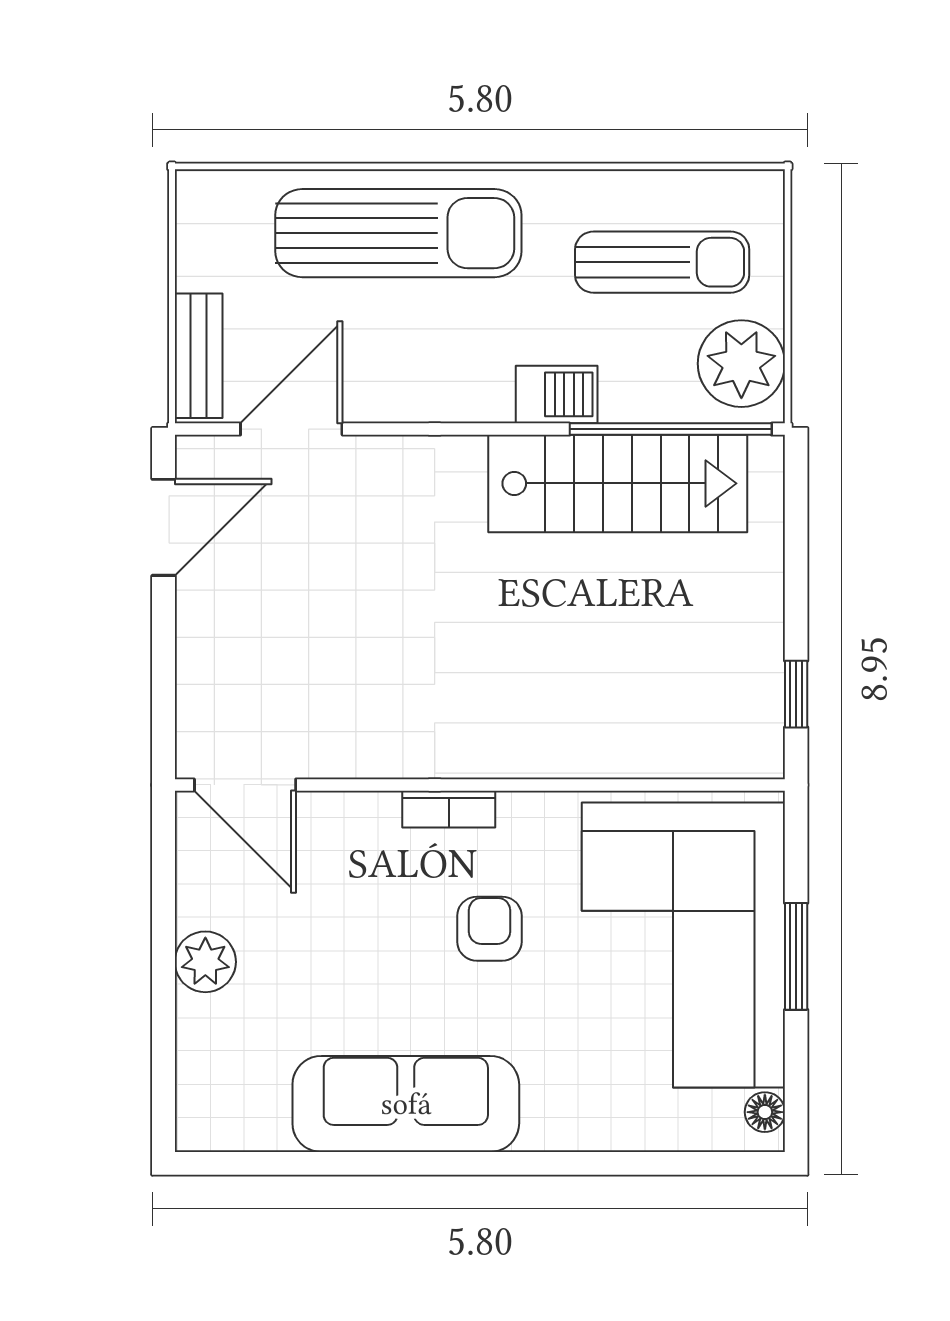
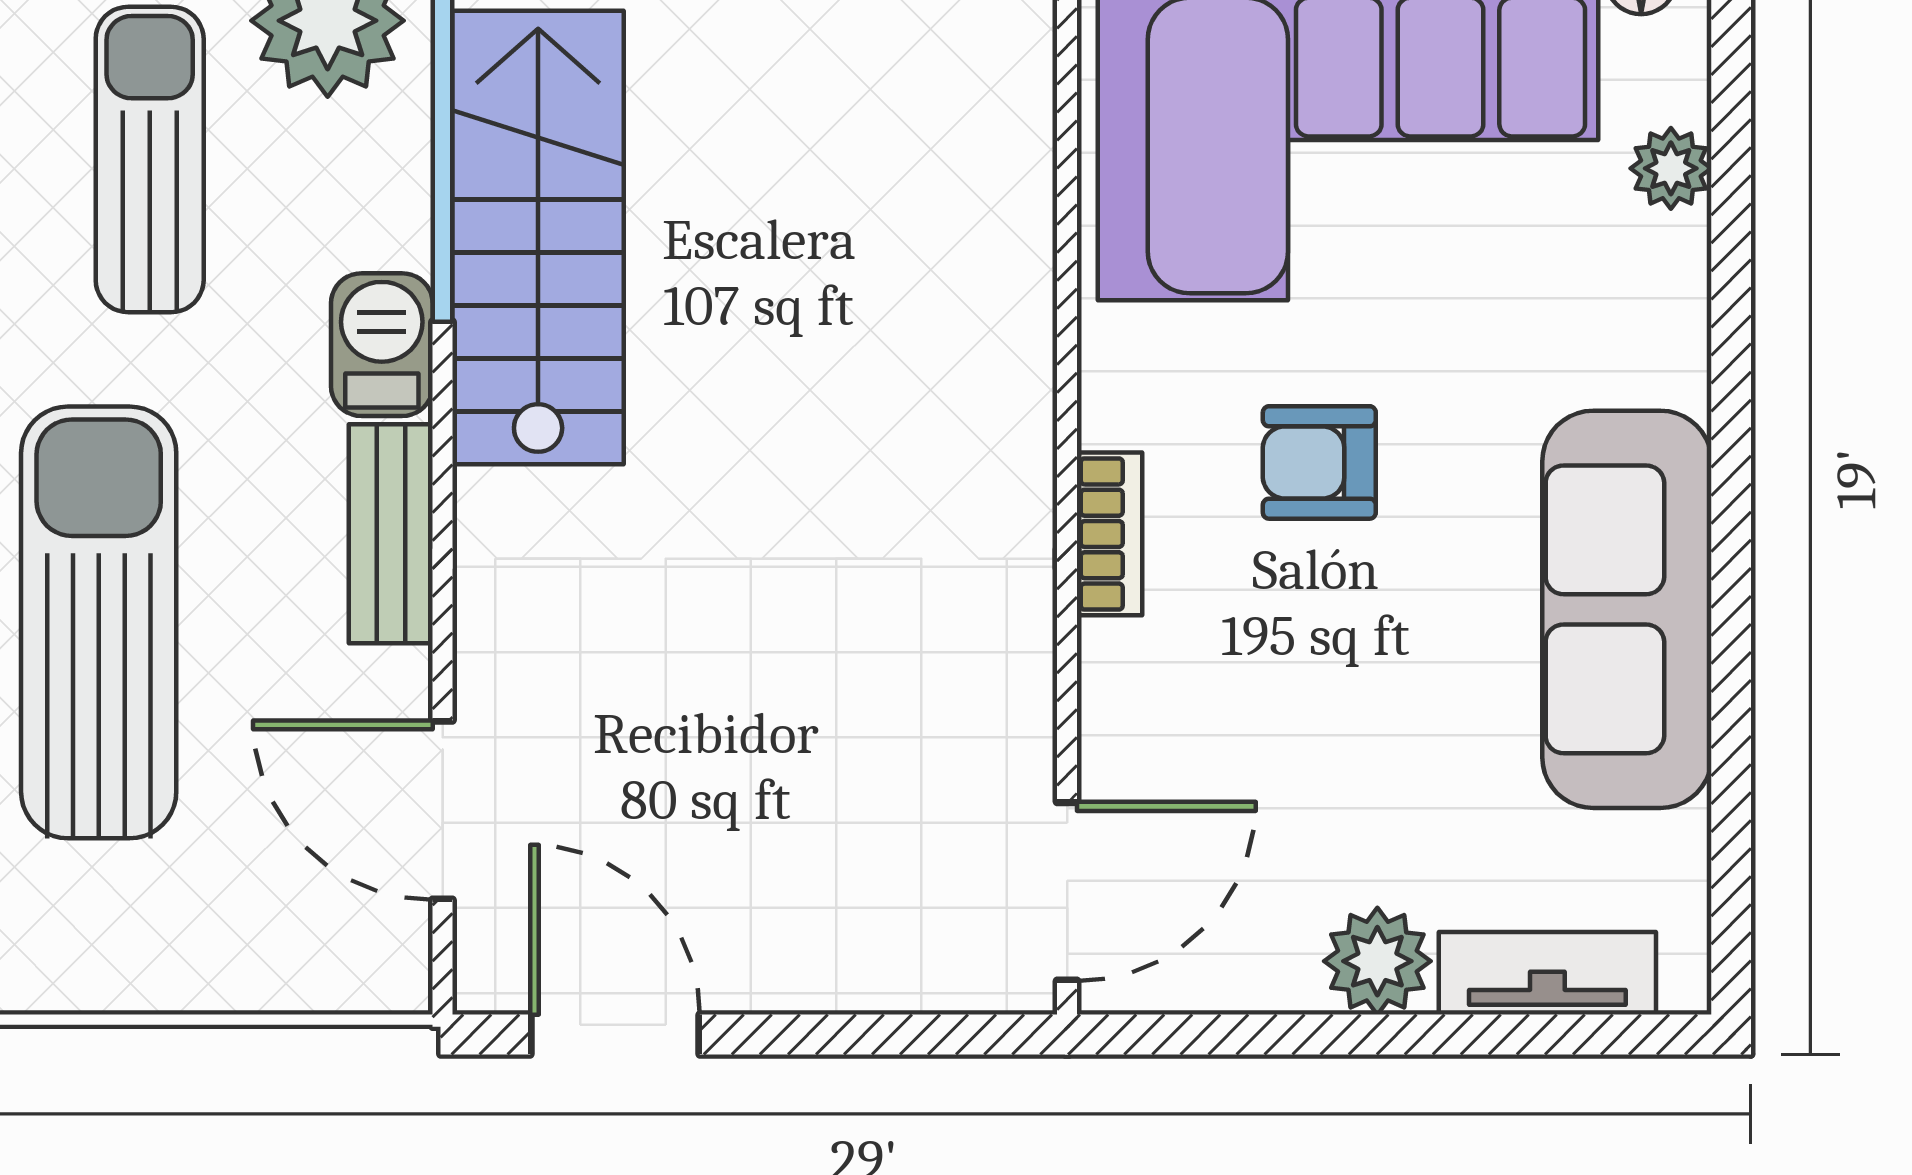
bench: (199, 356) -> (391, 534), moved, turned 90
tv unit: (198, 1059) -> (1547, 973), added
plant: (657, 1129) -> (1671, 168), added

